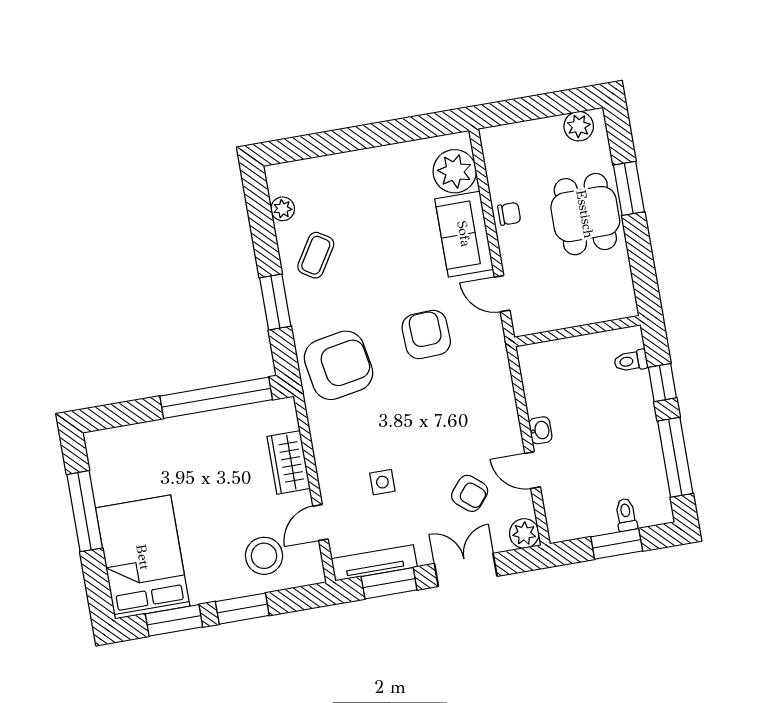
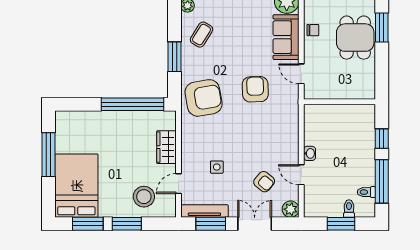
toilet: (631, 361) -> (366, 192), moved

